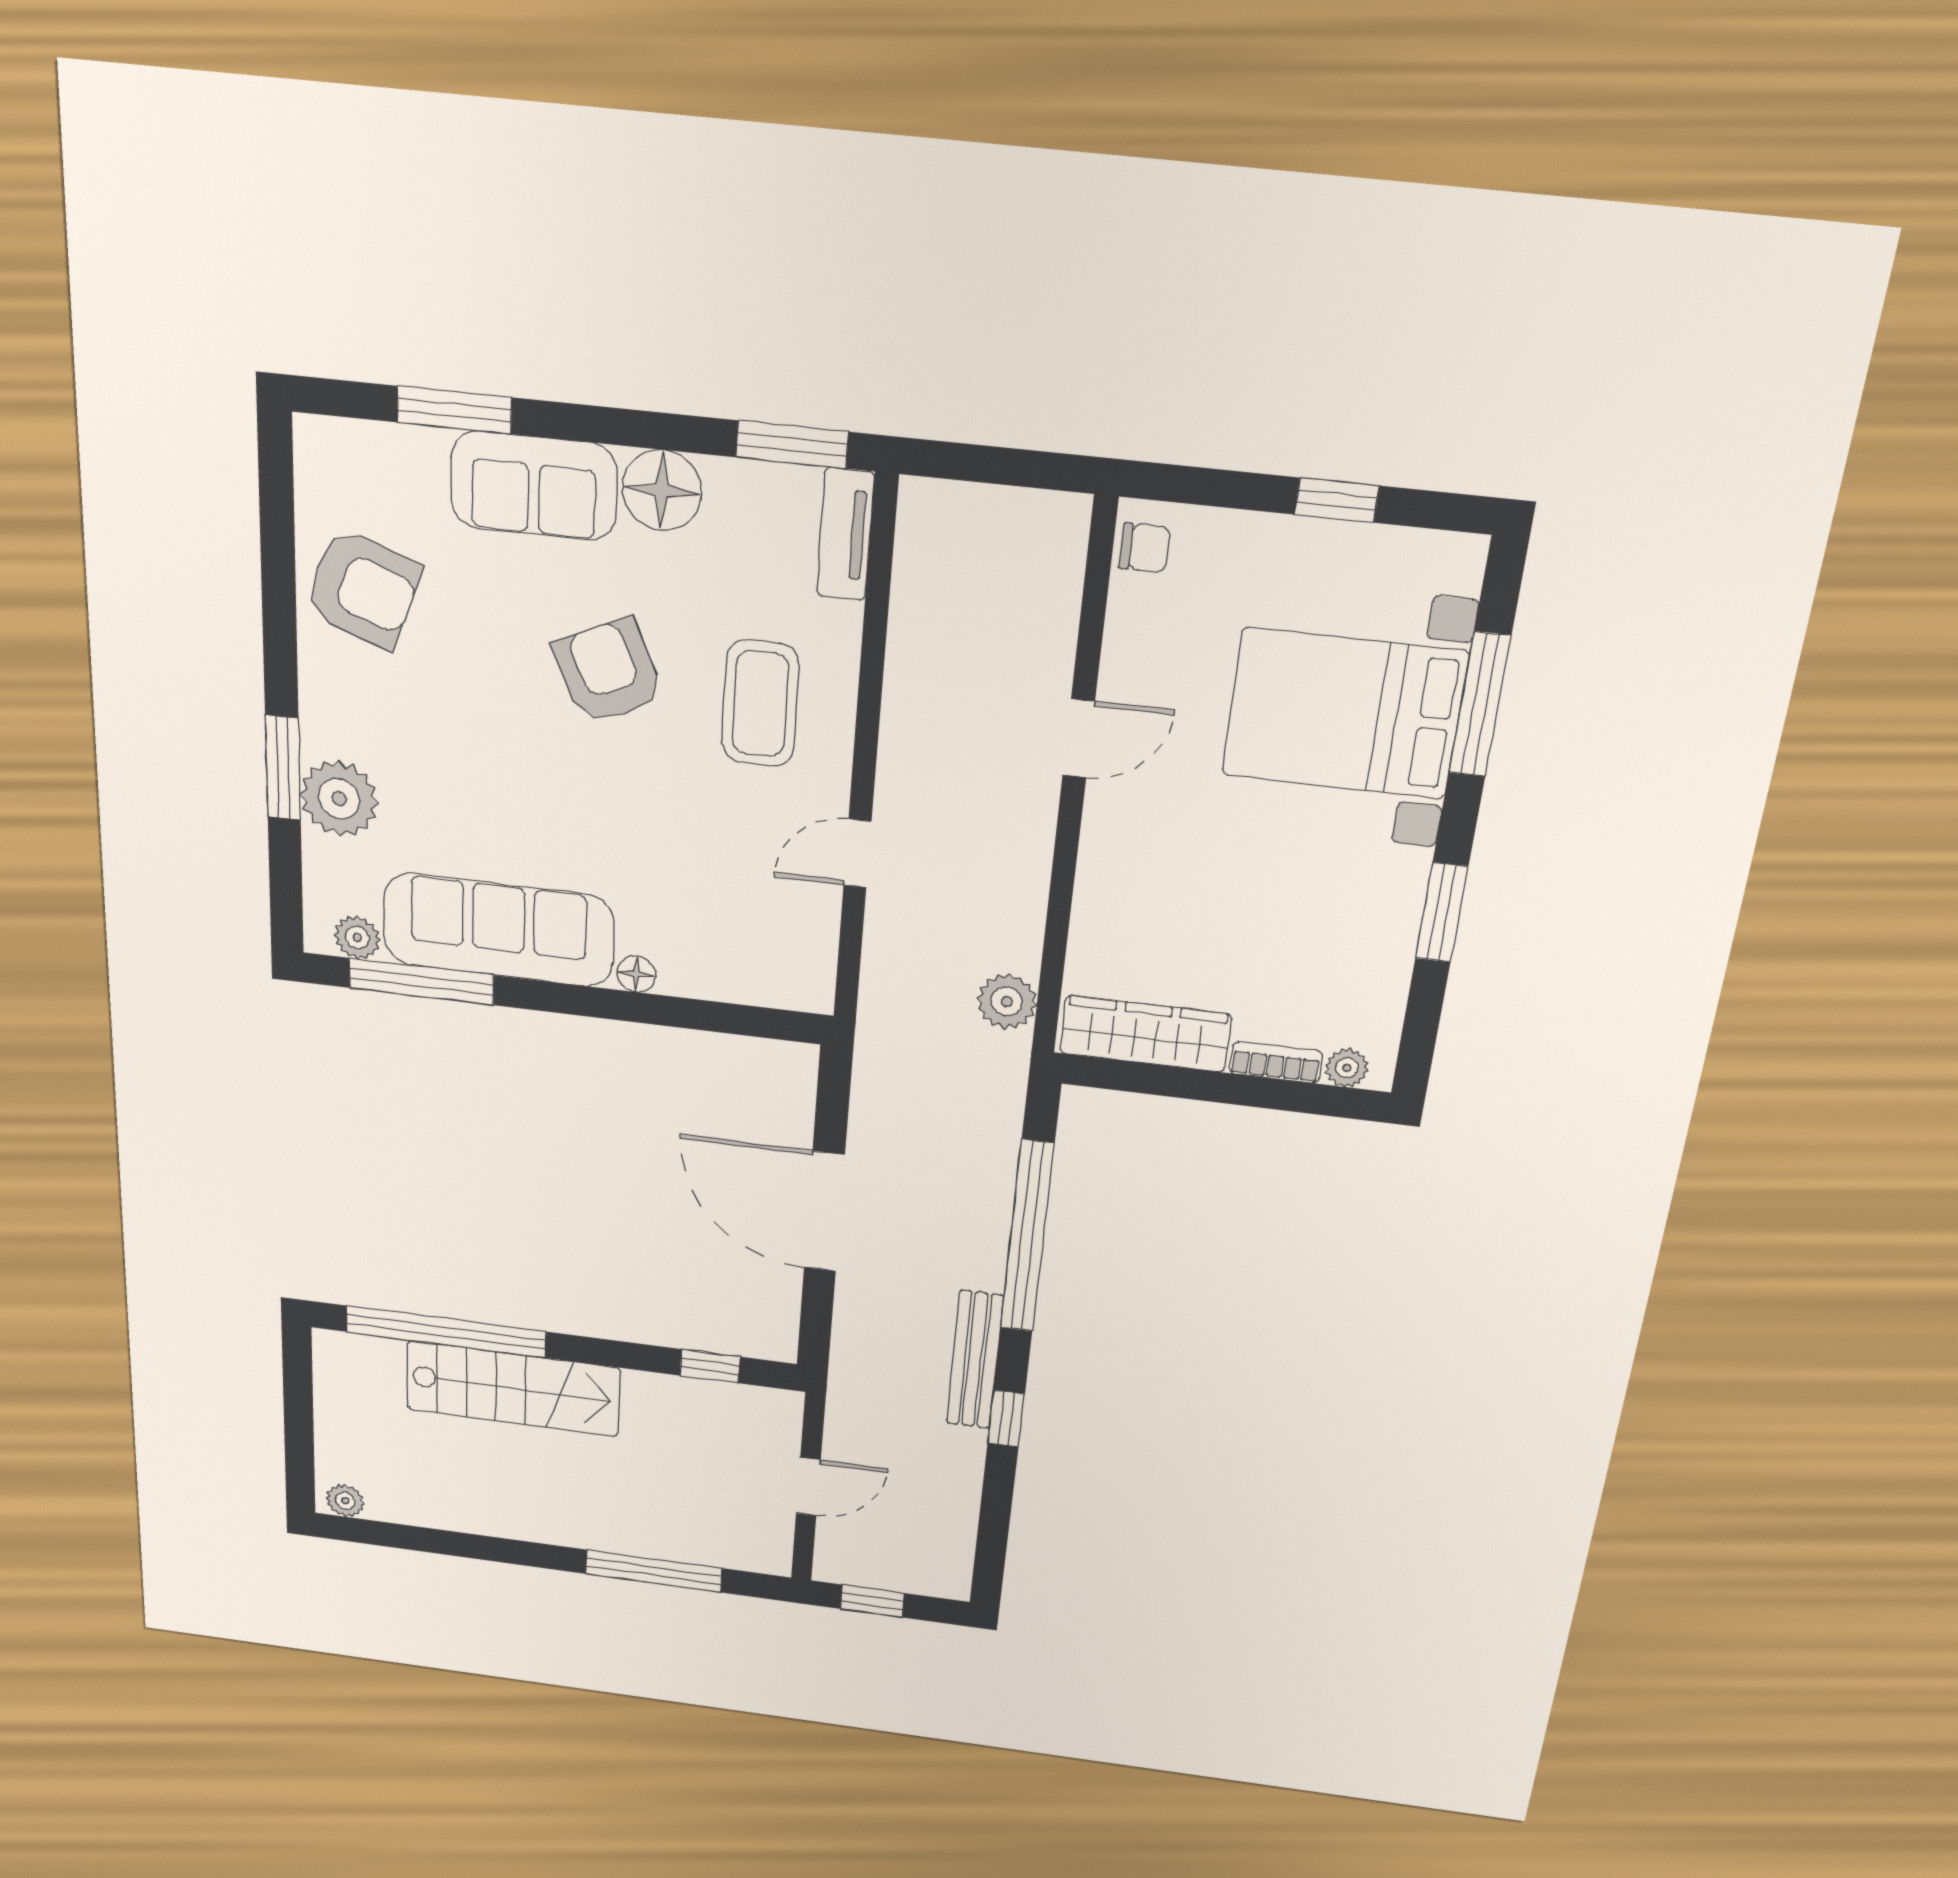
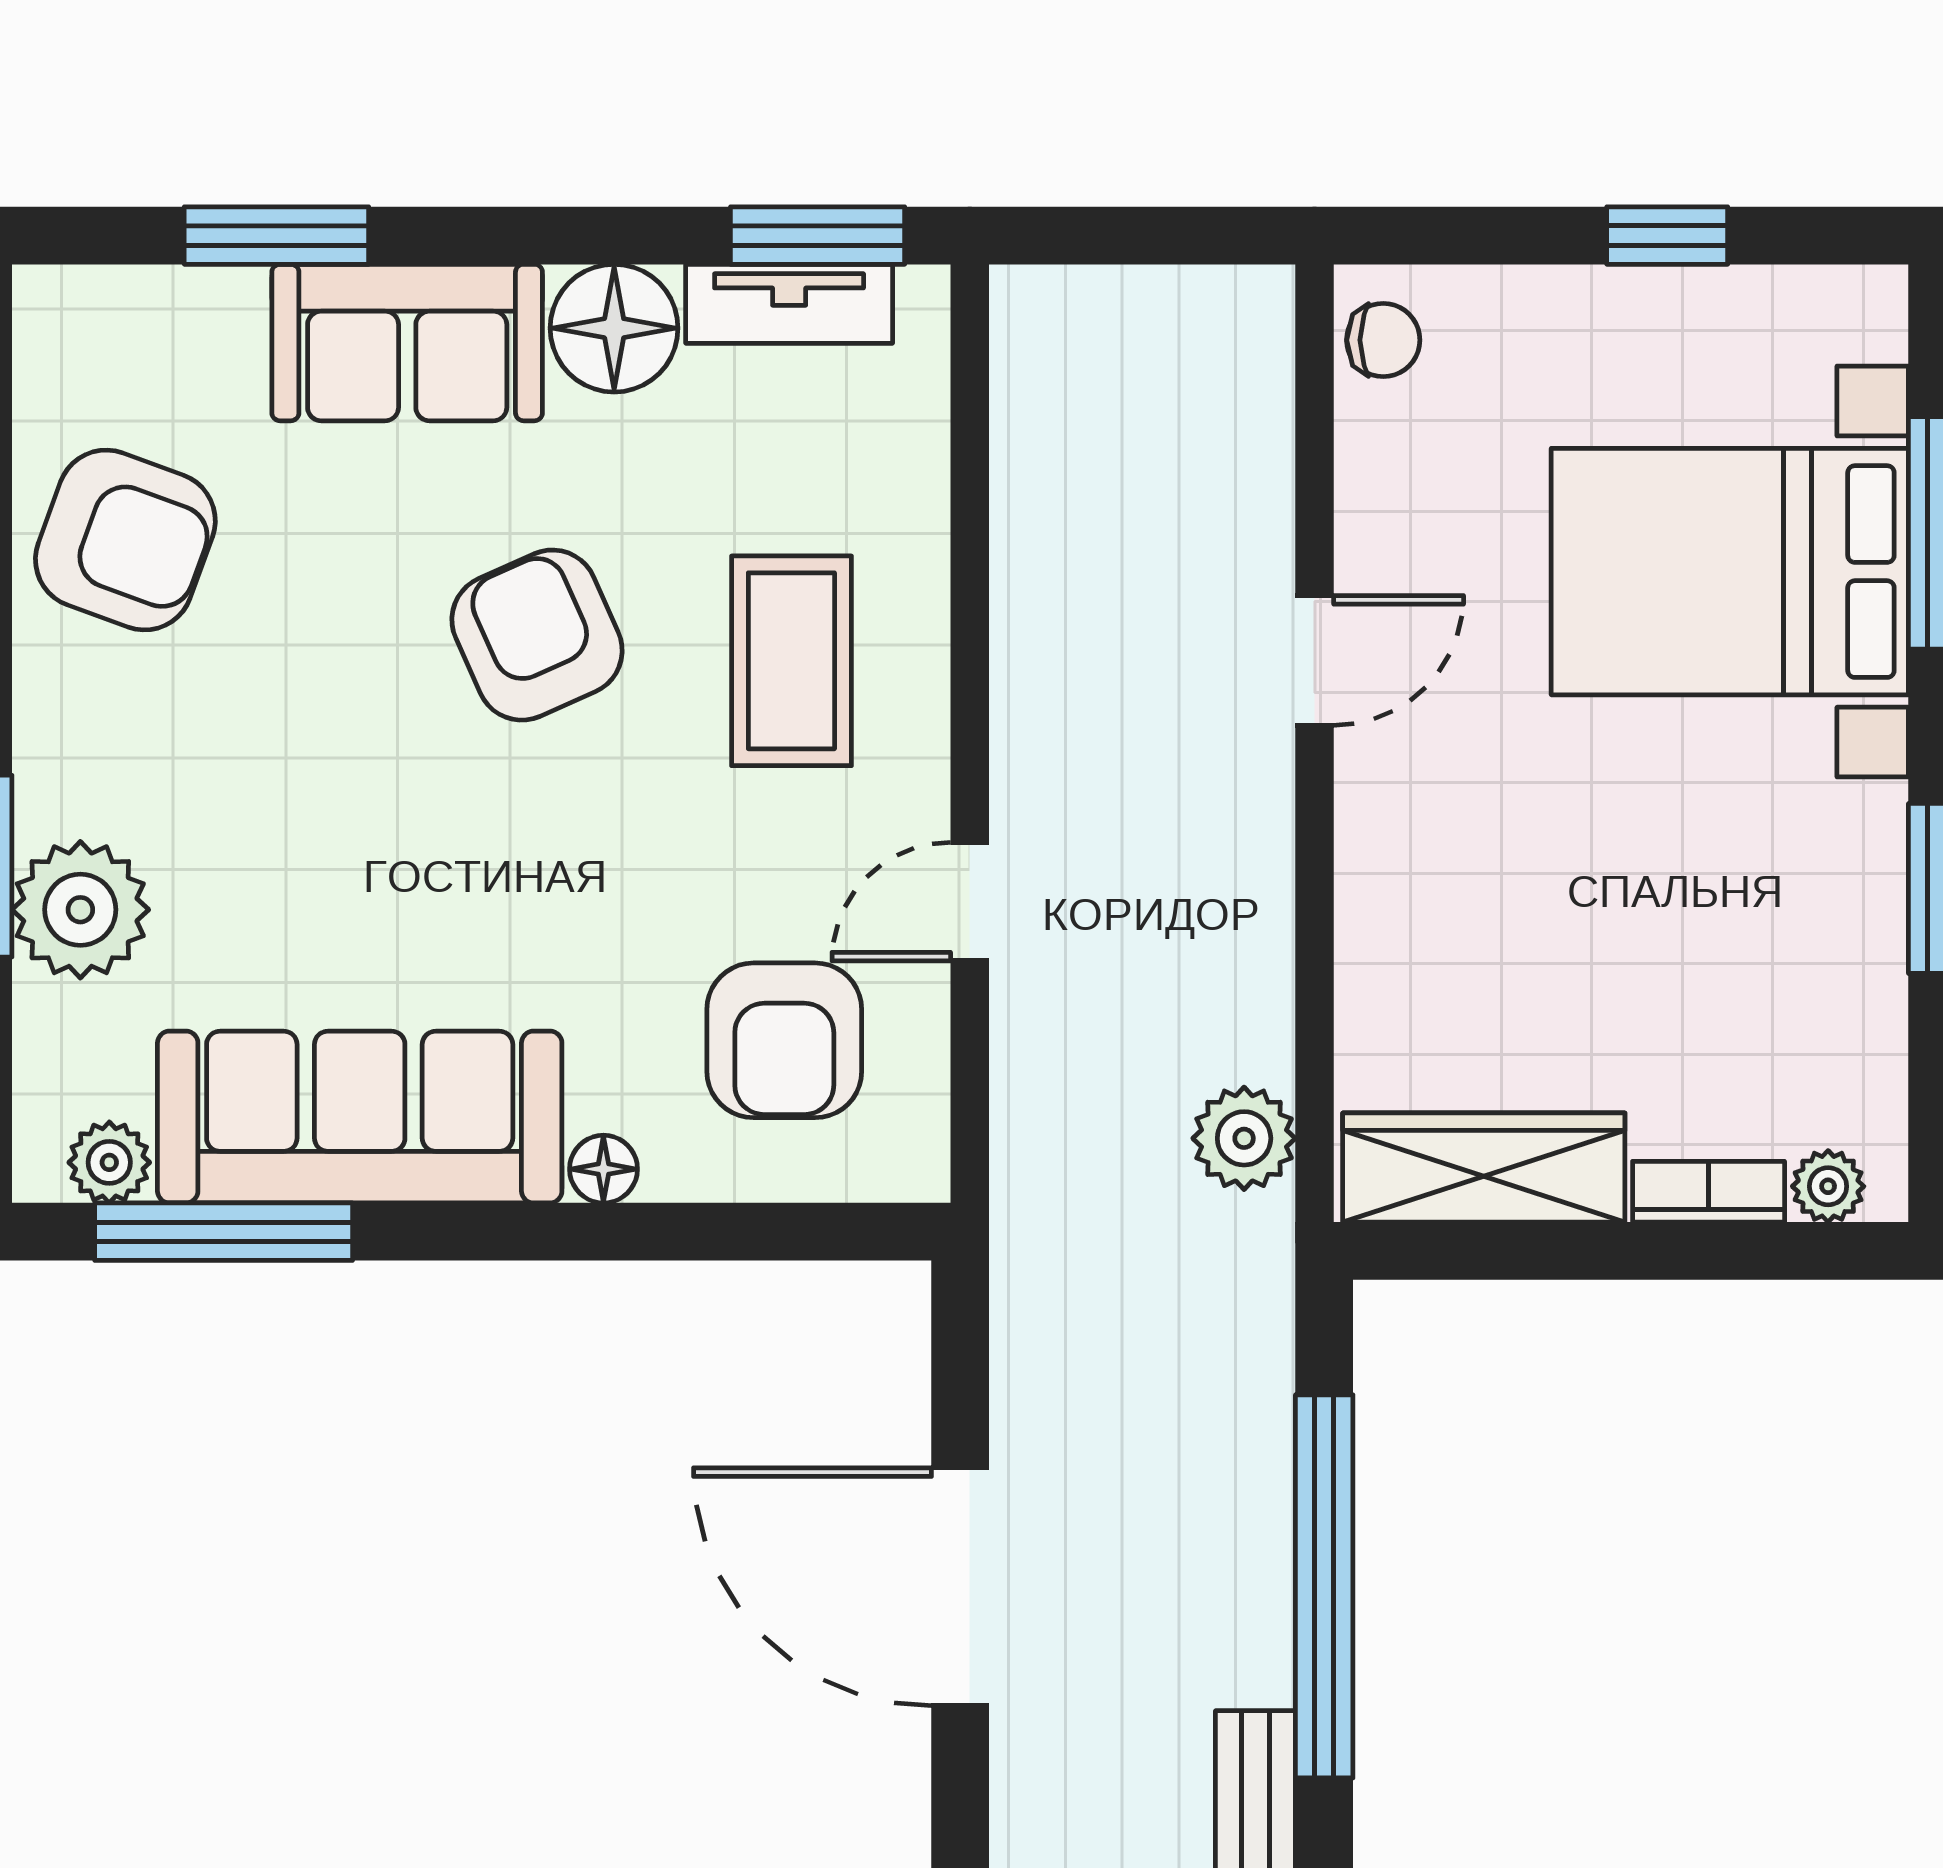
tv unit: (845, 534) -> (789, 304), moved, turned -90
armchair: (744, 917) -> (784, 1040), added

